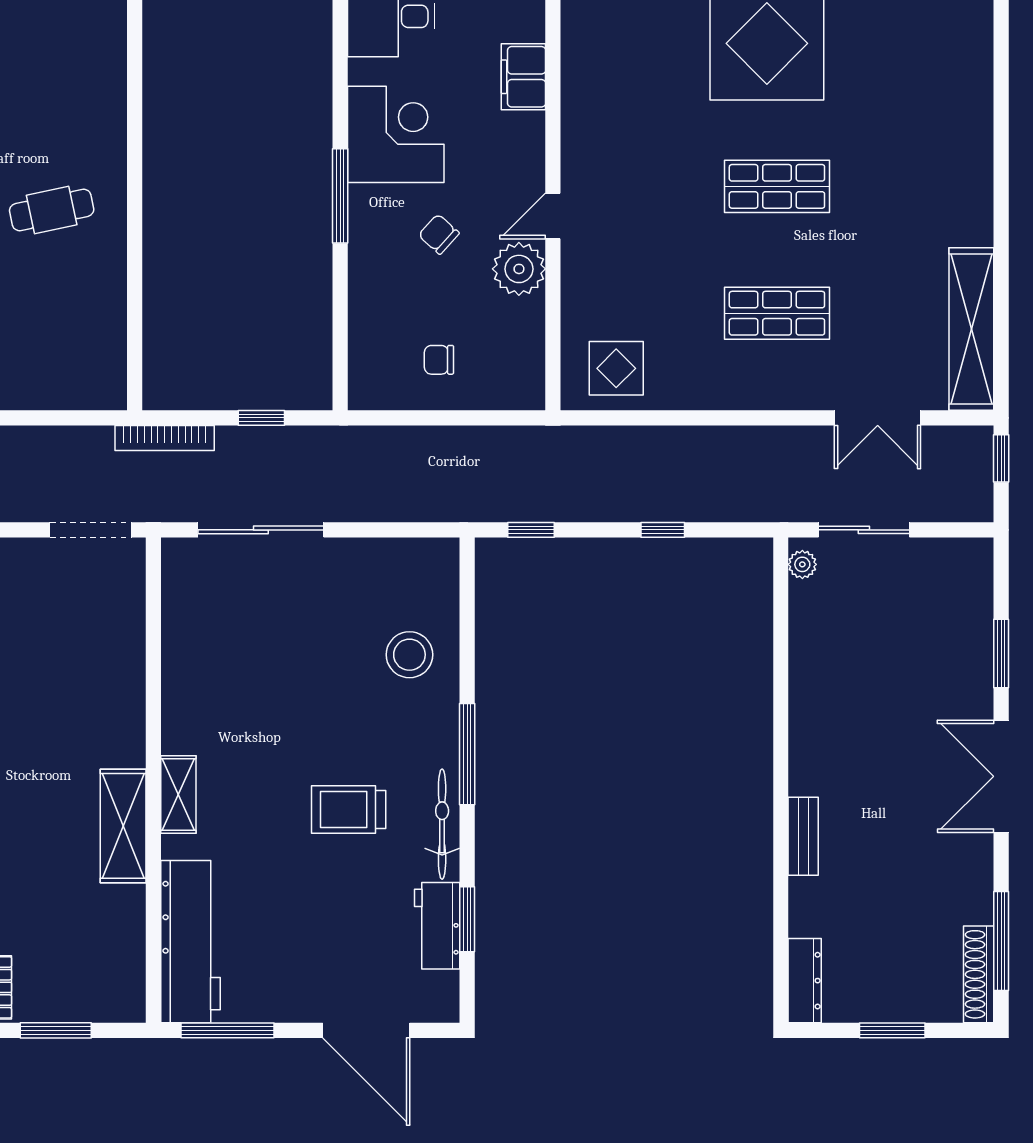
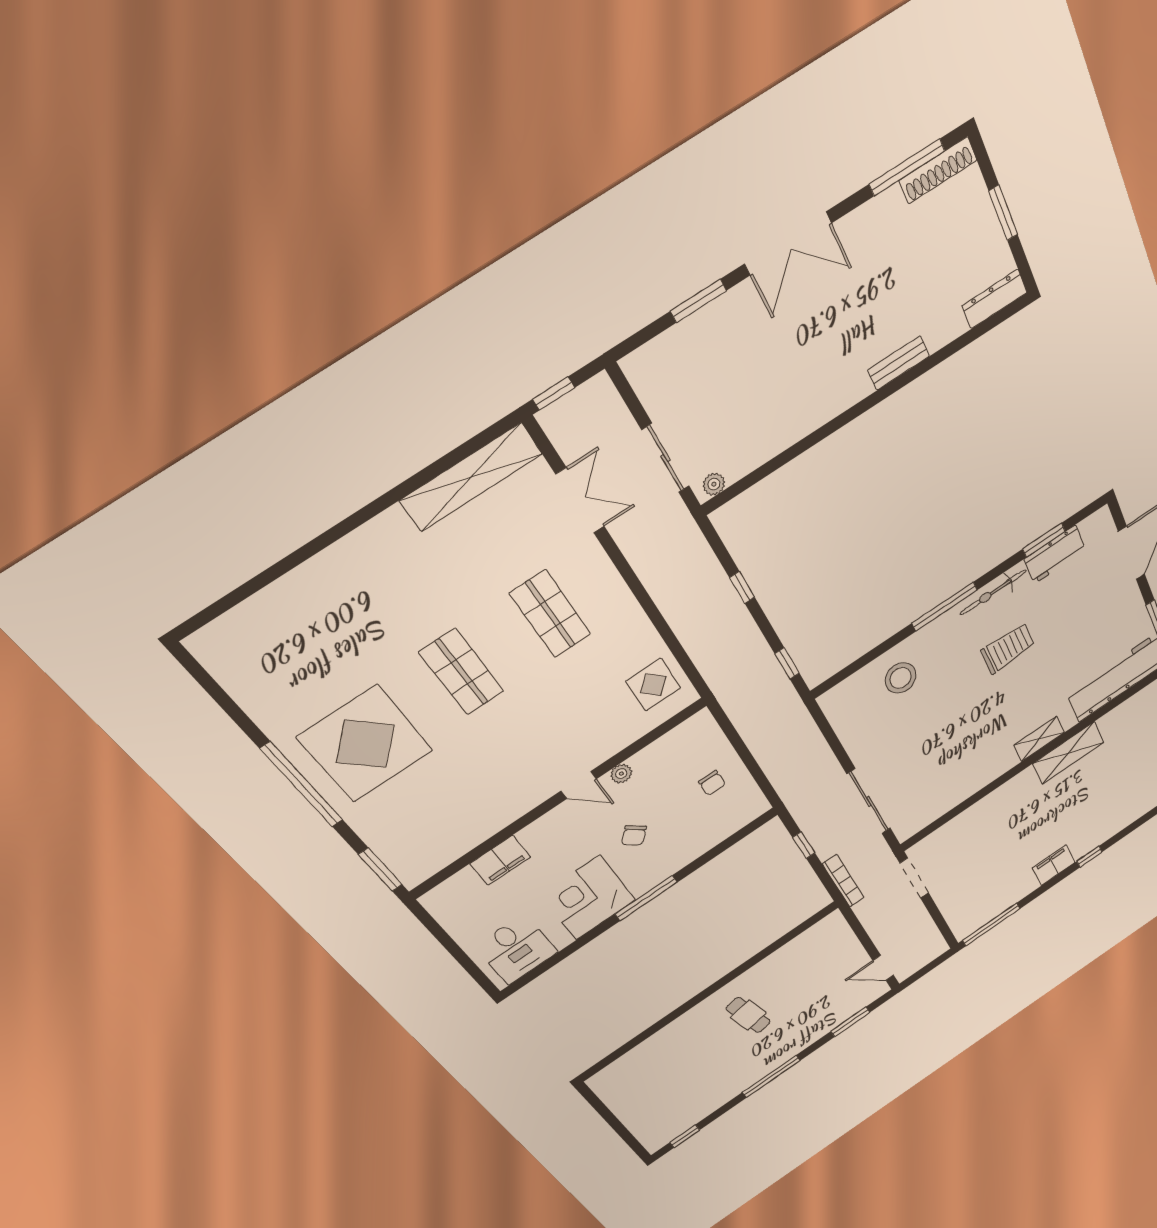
plant: (519, 269) -> (621, 774), width x0.53, depth x0.53
trolley: (349, 809) -> (1008, 648), turned -90

